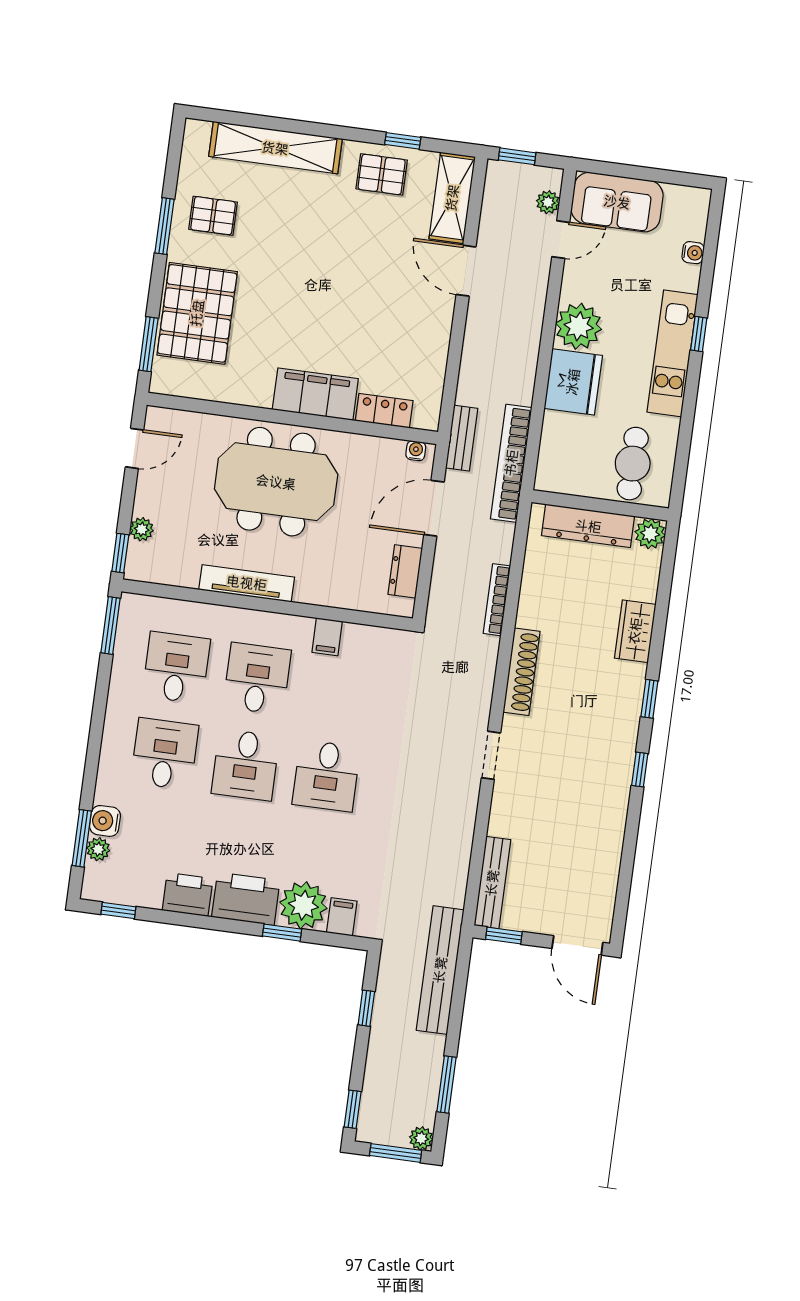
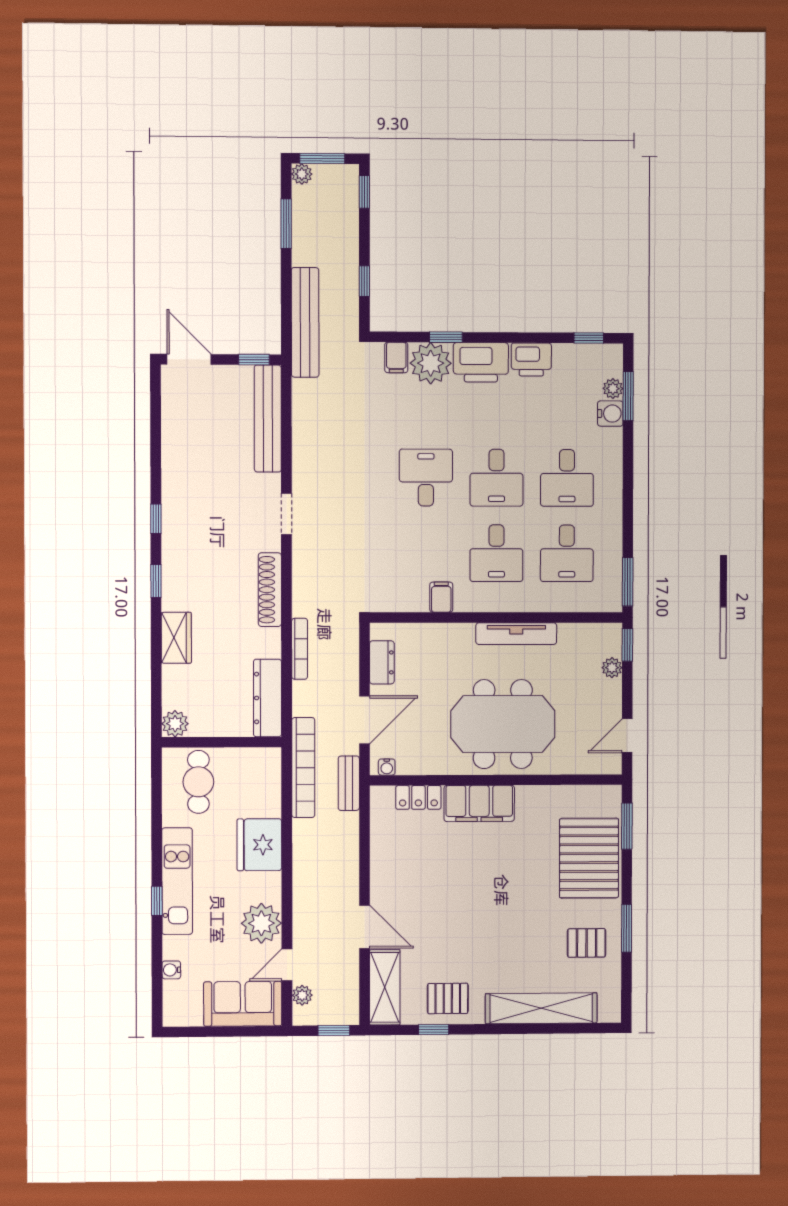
plant: (579, 326) -> (261, 923), moved
dresser: (588, 526) -> (267, 698), moved, turned -90
desk: (245, 765) -> (497, 478), turned 180
bench: (492, 883) -> (268, 419), width x1.37, depth x1.21

